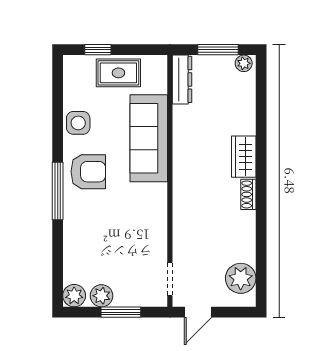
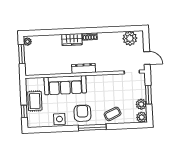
dresser: (182, 79) -> (84, 68), moved
coffee table: (84, 235) -> (113, 114), added

